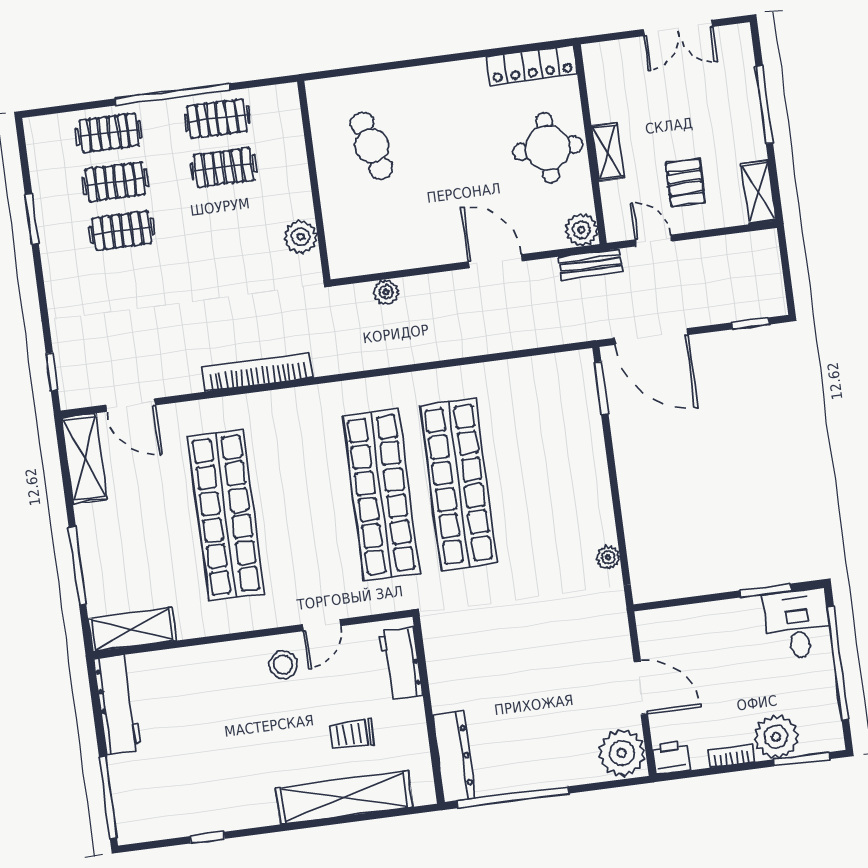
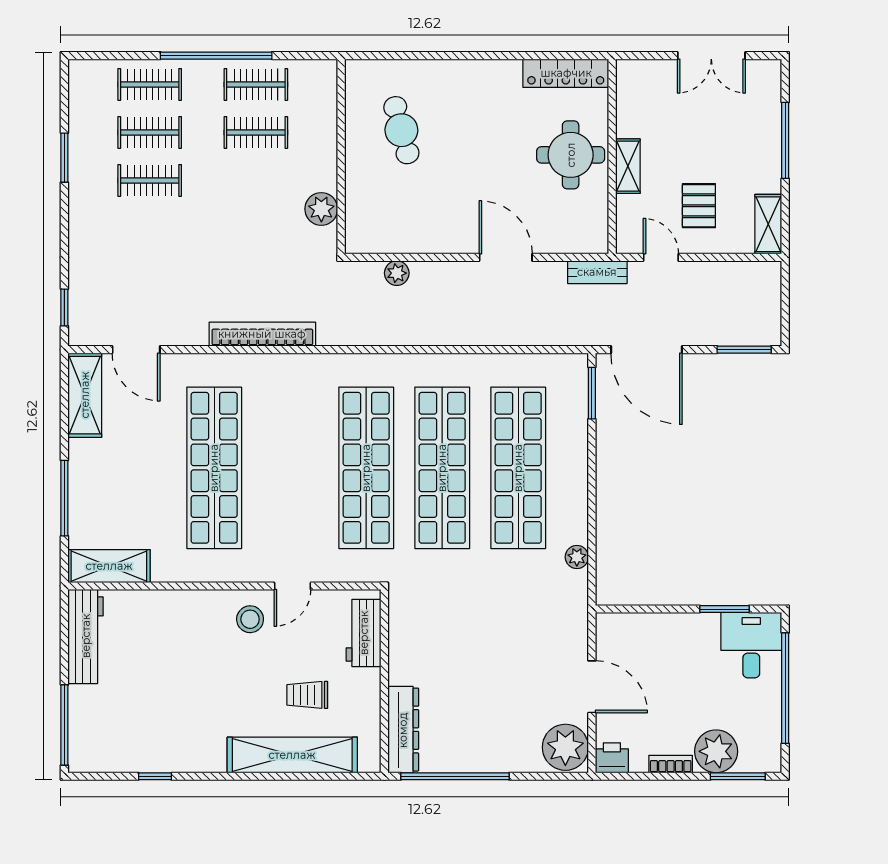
plant: (581, 230) -> (593, 238), removed
window: (751, 323) -> (744, 350), width x1.50
shop shelf: (536, 474) -> (518, 468), added

